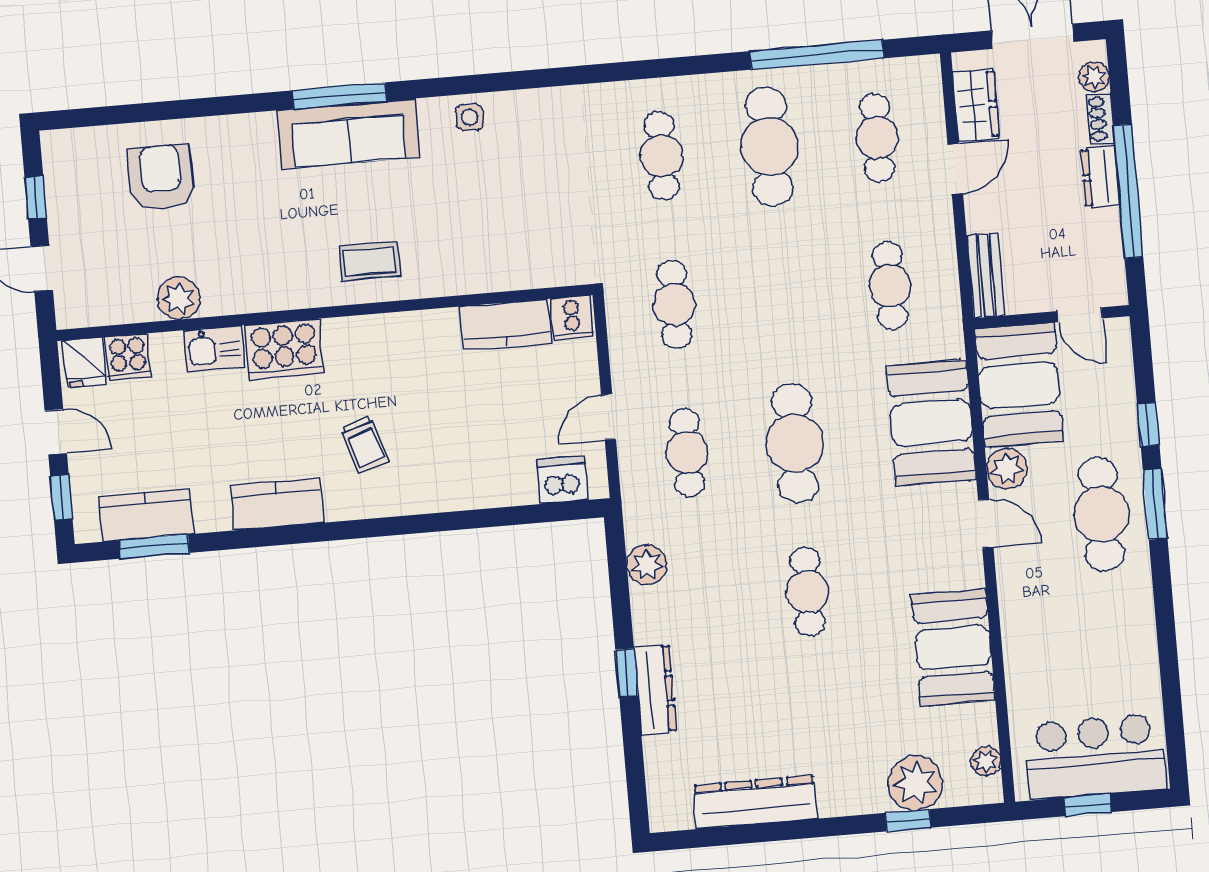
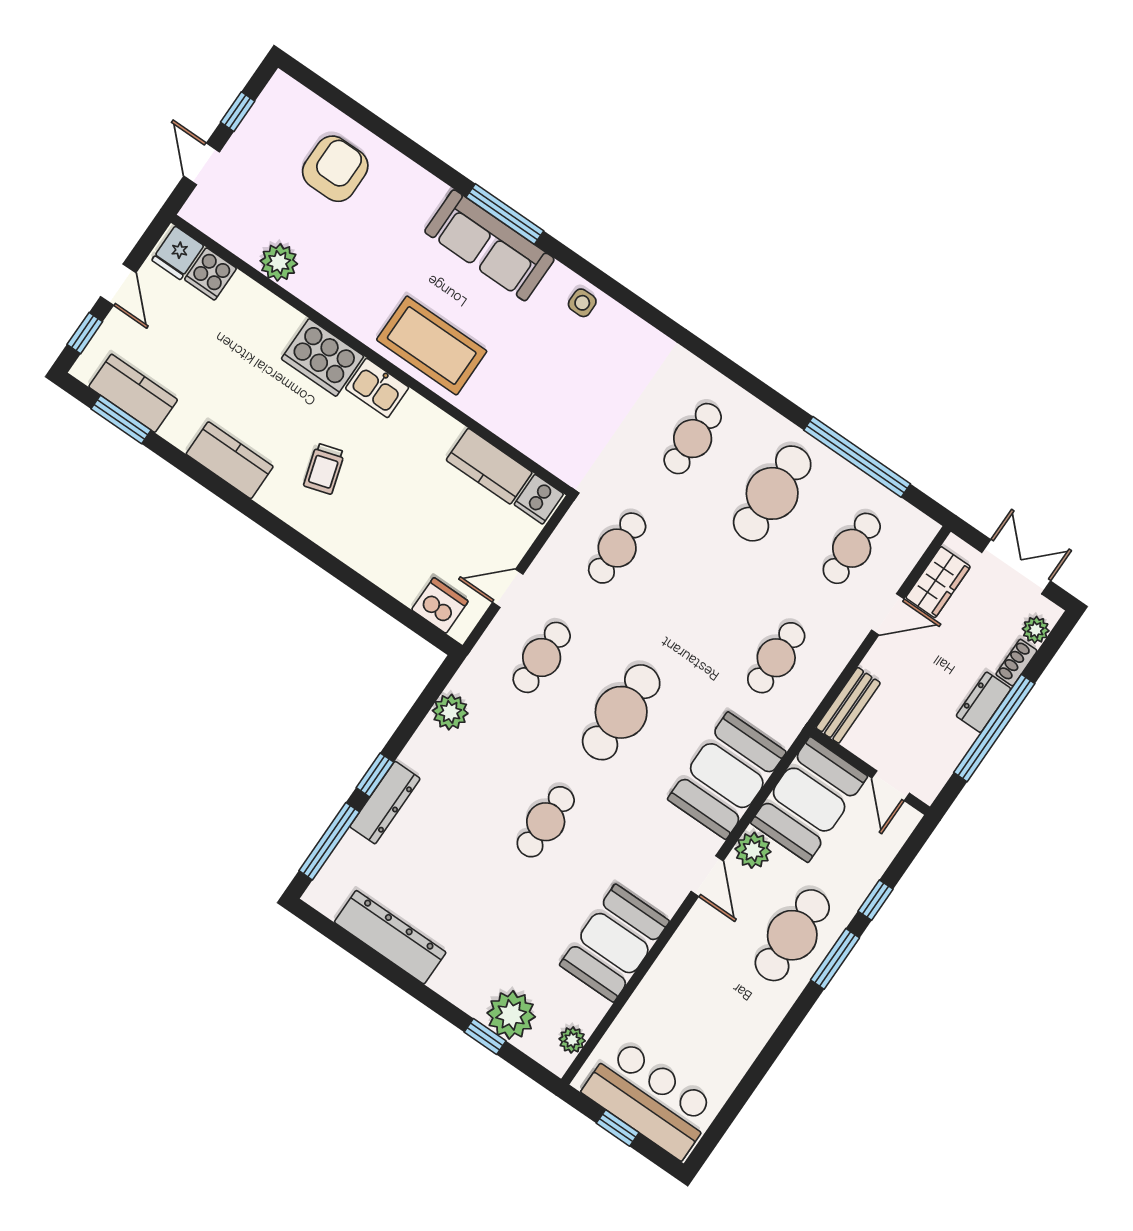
coffee table: (370, 261) -> (432, 345), width x1.86, depth x1.72
kitchen sink: (214, 349) -> (377, 388), moved
window: (634, 763) -> (329, 841), added

